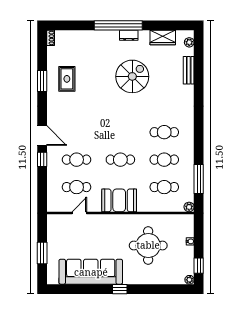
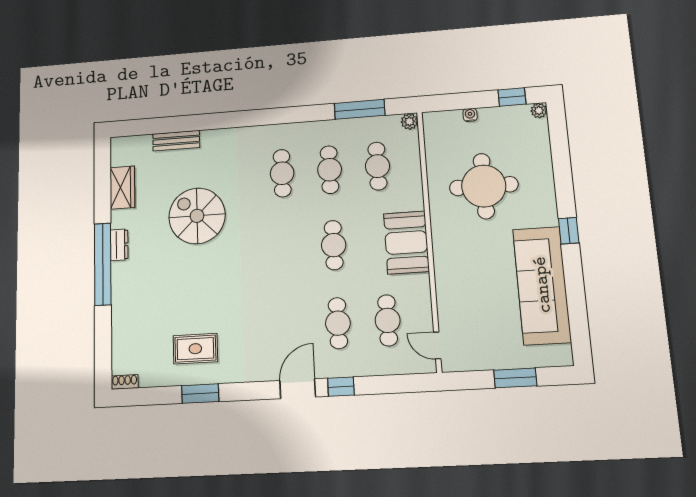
plant: (189, 42) -> (130, 143), removed
spiral stairs: (132, 76) -> (197, 216), moved
door: (79, 213) -> (437, 345), moved

